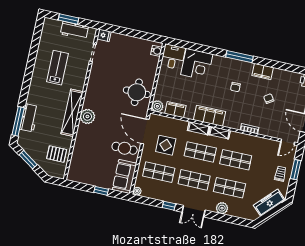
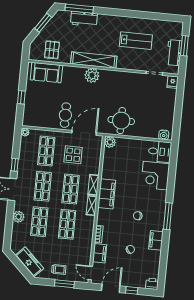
filing cabinet: (175, 110) -> (100, 253), moved
sofa: (124, 177) -> (46, 73), moved, turned 180

